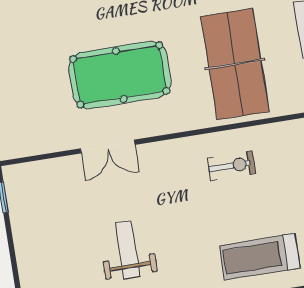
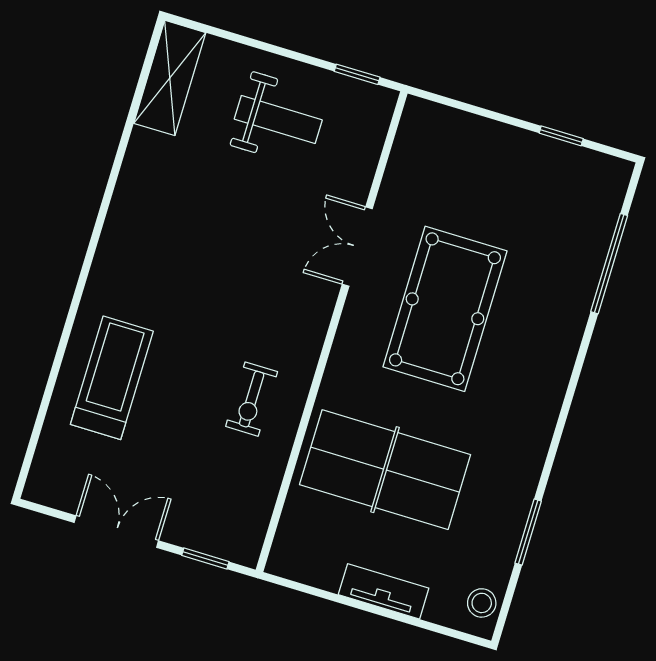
weight bench: (127, 249) -> (278, 120), moved

